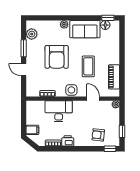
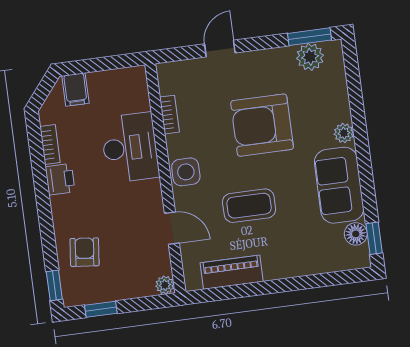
window: (24, 48) -> (309, 37), moved
door: (93, 99) -> (172, 228), hinge flipped

